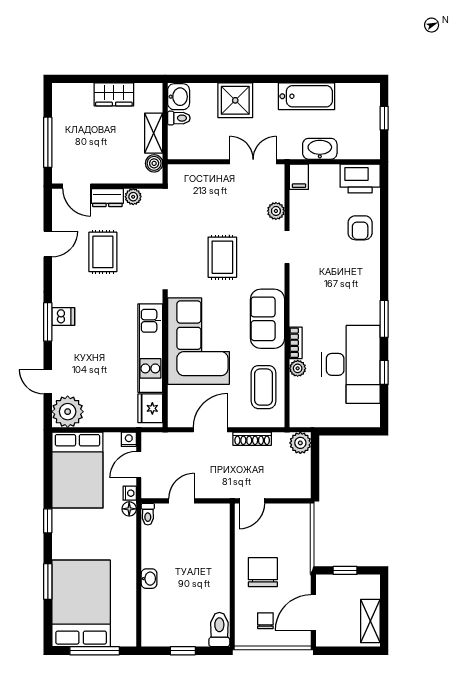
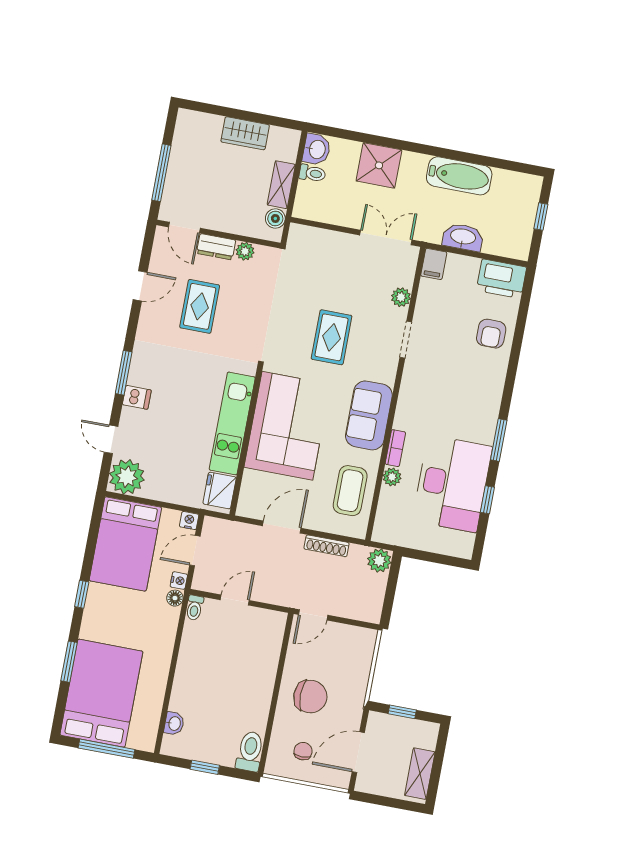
dishwasher: (63, 317) -> (137, 397), moved
chair: (263, 572) -> (310, 697), turned 90
washbasin: (149, 579) -> (174, 723), moved

